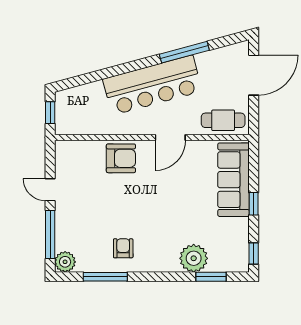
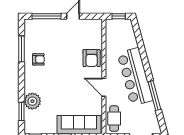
plant: (65, 262) -> (30, 25), removed

